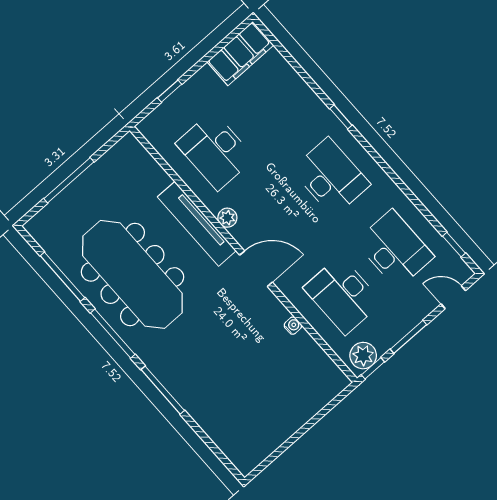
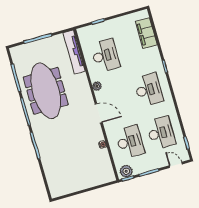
filing cabinet: (240, 54) -> (146, 33), moved, turned 90
desk: (215, 151) -> (105, 56), turned 180
tv unit: (197, 224) -> (74, 52), moved
desk: (343, 295) -> (130, 142), turned 180

